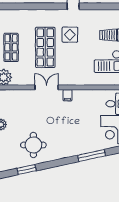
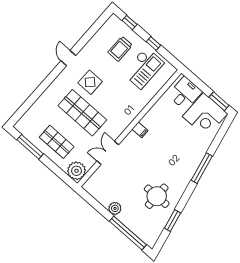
double door: (47, 87) -> (108, 153), moved
window: (92, 156) -> (202, 168), moved

